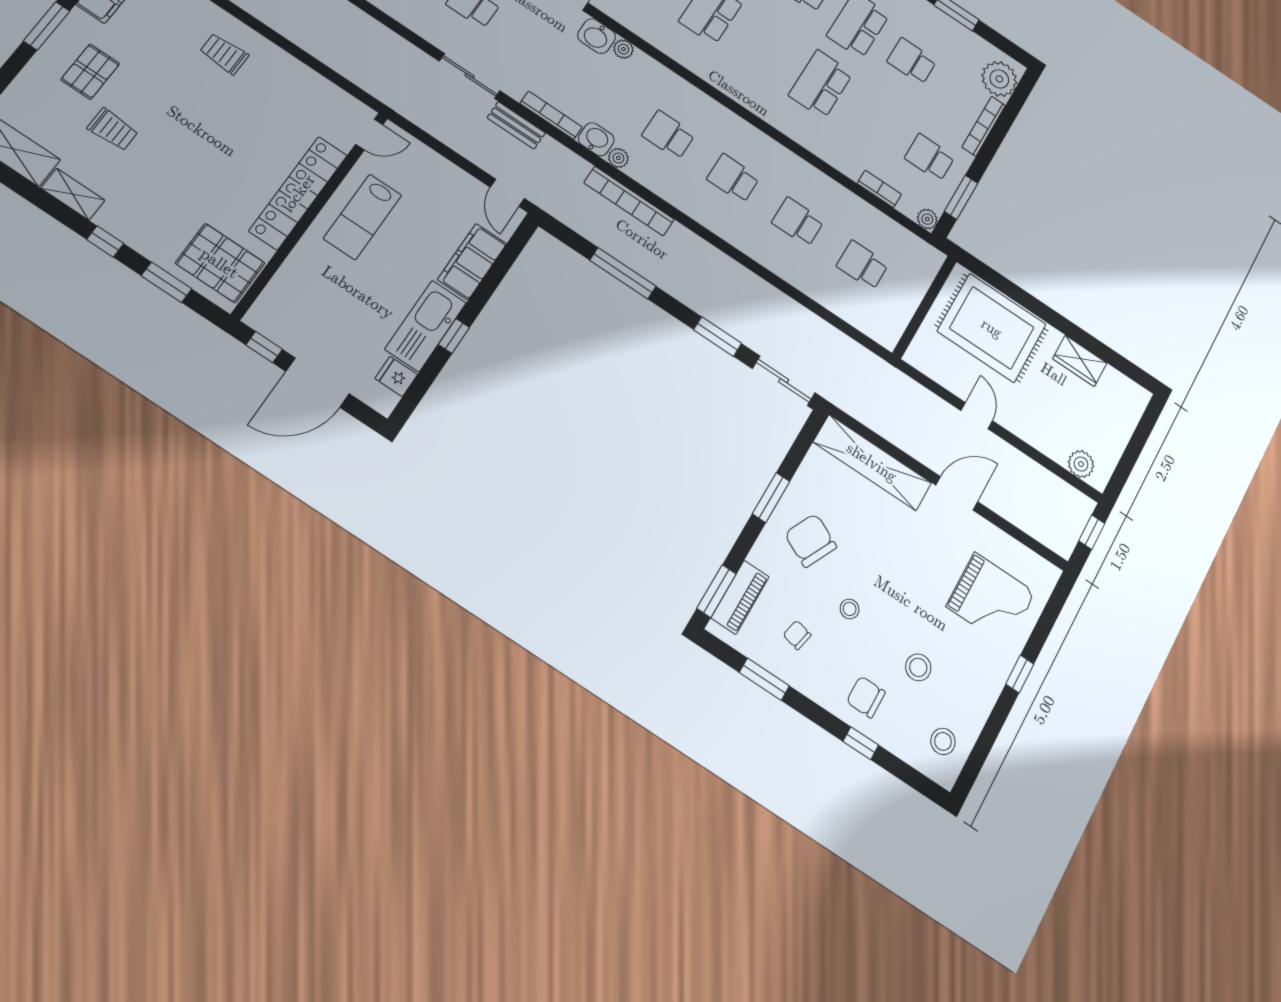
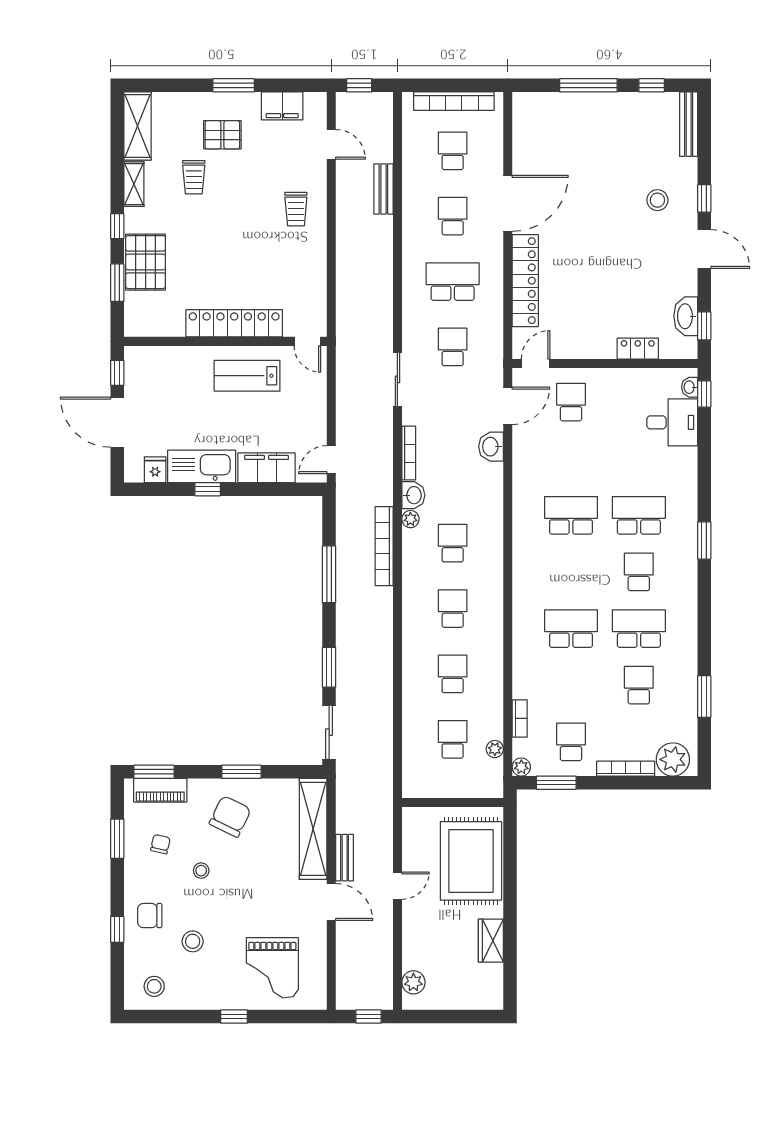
plant: (623, 49) -> (495, 749), moved
trolley: (224, 54) -> (296, 209), turned 180
bench: (516, 125) -> (345, 858), moved
pallet: (220, 263) -> (146, 262), moved
chair: (866, 697) -> (150, 916), turned -90

